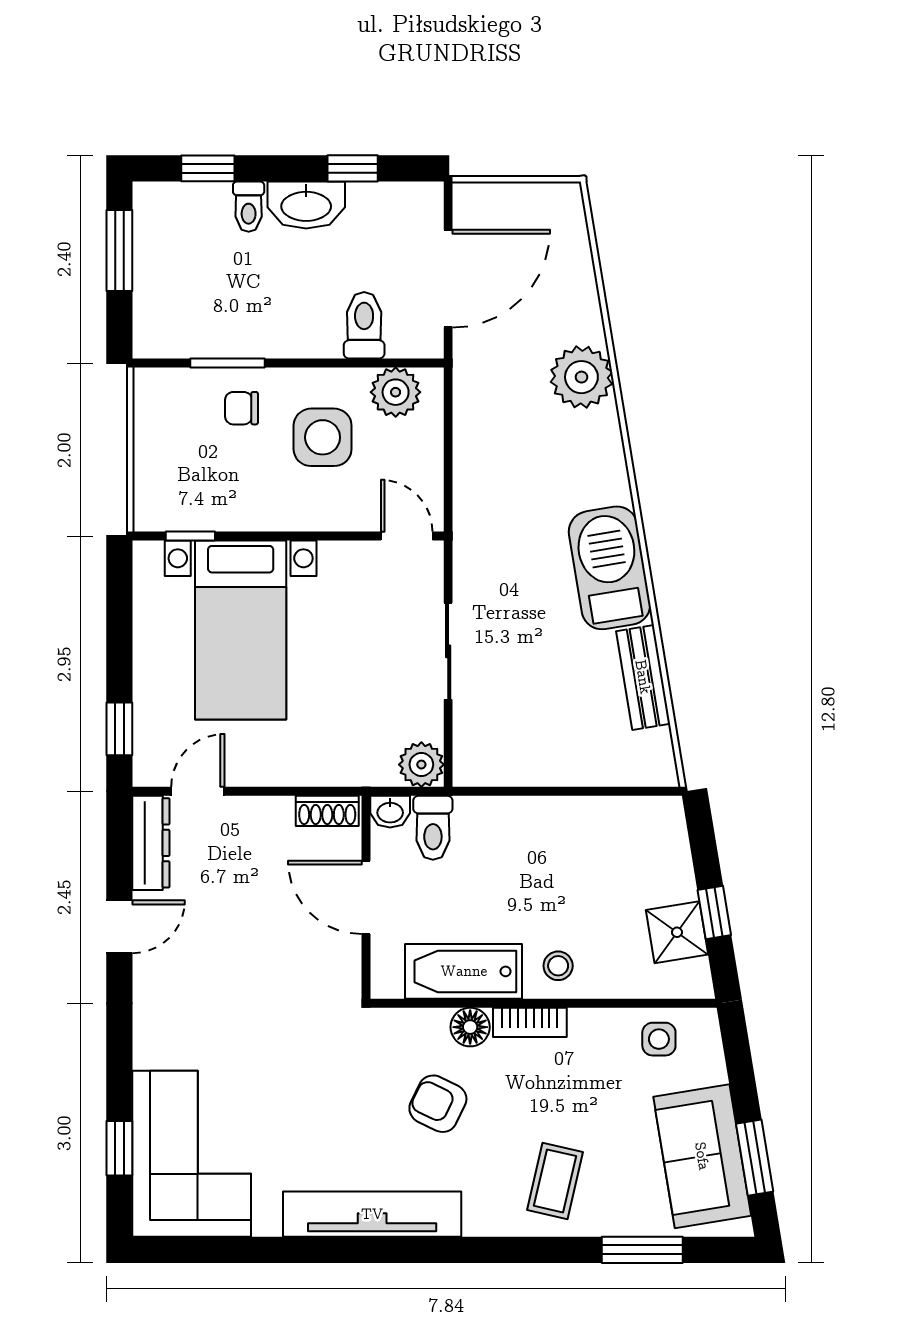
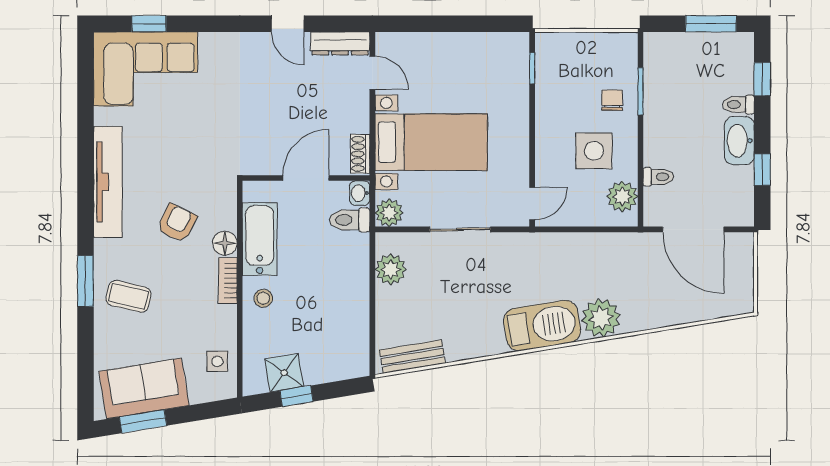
toilet: (364, 325) -> (658, 177), width x0.73, depth x0.72
plant: (581, 377) -> (601, 318), moved
barbecue: (610, 568) -> (542, 326), moved
bed with nightstands: (241, 630) -> (431, 142), moved, turned 180
bench: (643, 677) -> (412, 357), moved
window: (119, 729) -> (412, 24), removed
plant: (512, 762) -> (391, 269), added
window: (642, 1250) -> (85, 281), moved

